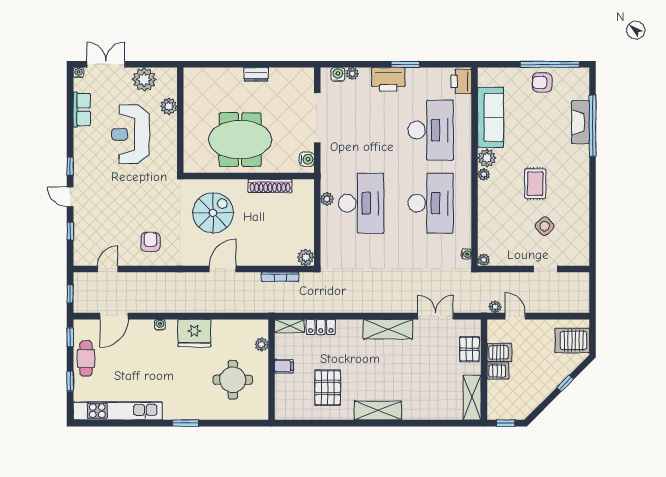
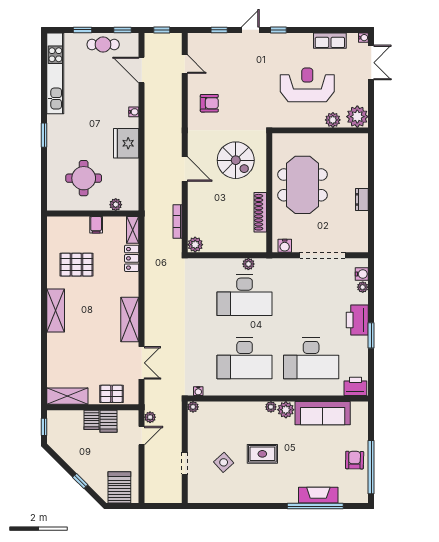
plant: (144, 79) -> (357, 117), moved

